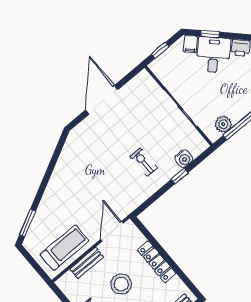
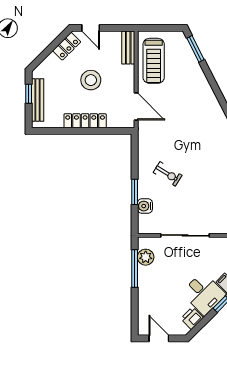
exercise bike: (144, 162) -> (168, 174), turned 32
window: (180, 176) -> (135, 192), width x1.50
bench: (87, 263) -> (128, 47), moved

